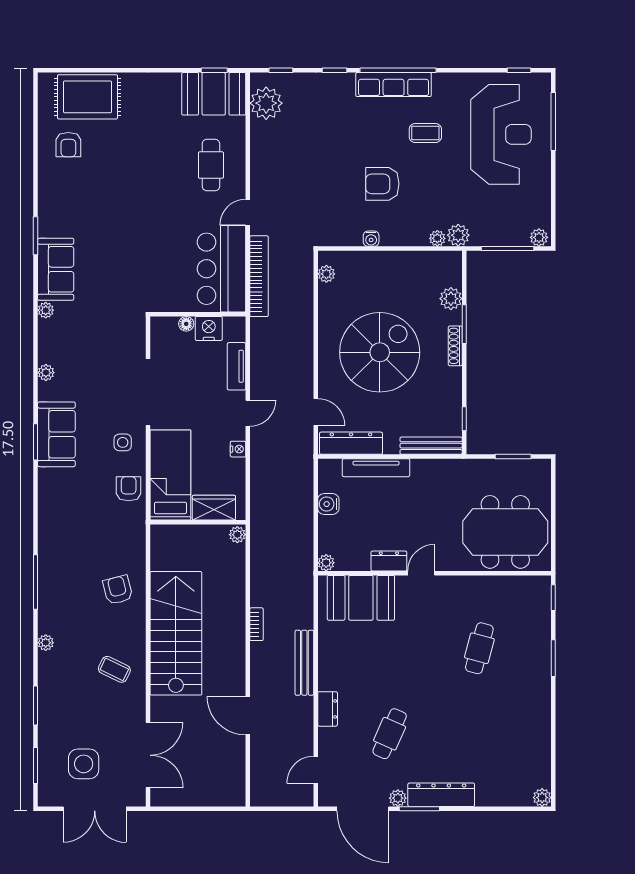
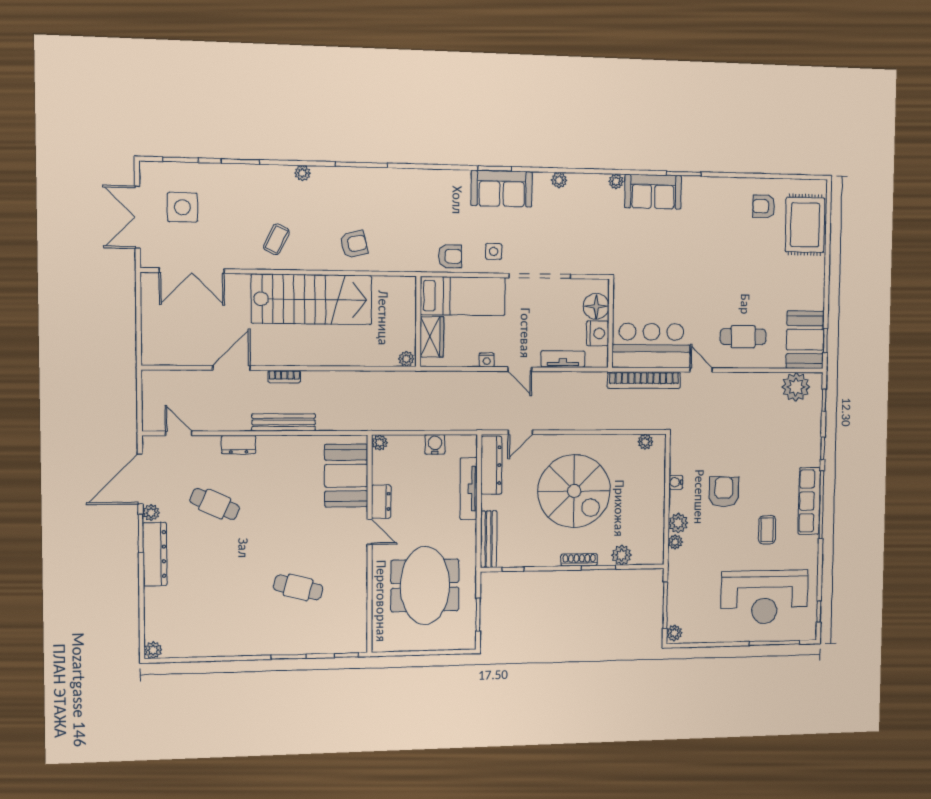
plant: (458, 235) -> (678, 523), moved
floor lamp: (186, 324) -> (596, 306), width x1.89, depth x1.89
meeting table: (505, 532) -> (425, 585), moved
bookcase: (256, 624) -> (284, 377), moved

